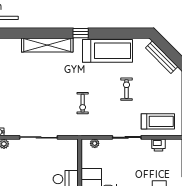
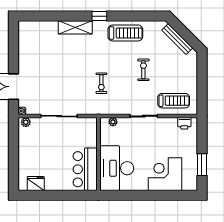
shelving: (47, 45) -> (75, 27), width x0.68
treadmill: (108, 51) -> (125, 33), width x0.73, depth x0.73
printer: (159, 145) -> (184, 123), moved

